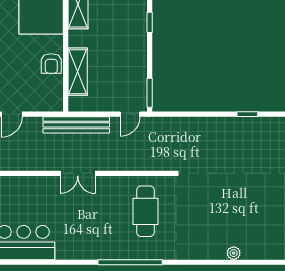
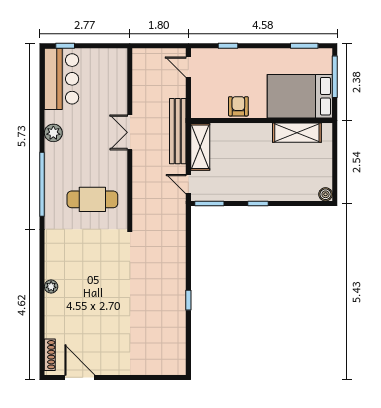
window: (150, 22) -> (258, 203), moved
armchair: (51, 64) -> (238, 106), turned 90
shelving: (78, 72) -> (200, 147), moved, turned 90
plant: (78, 251) -> (53, 133), added

